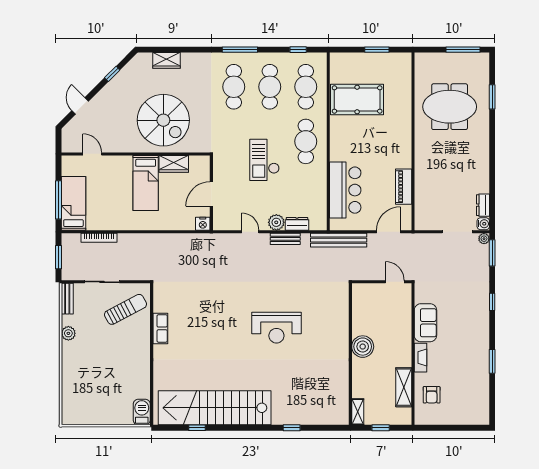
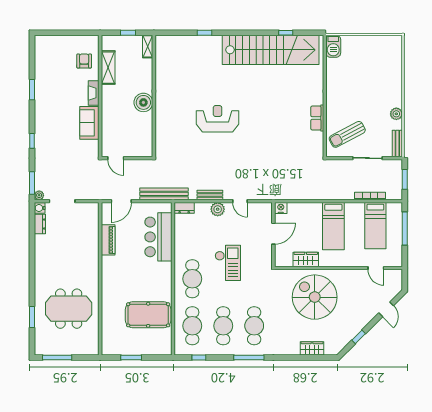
bed: (146, 183) -> (333, 226), moved, turned 180
bed: (73, 203) -> (375, 226), moved
dresser: (297, 224) -> (184, 208), moved

